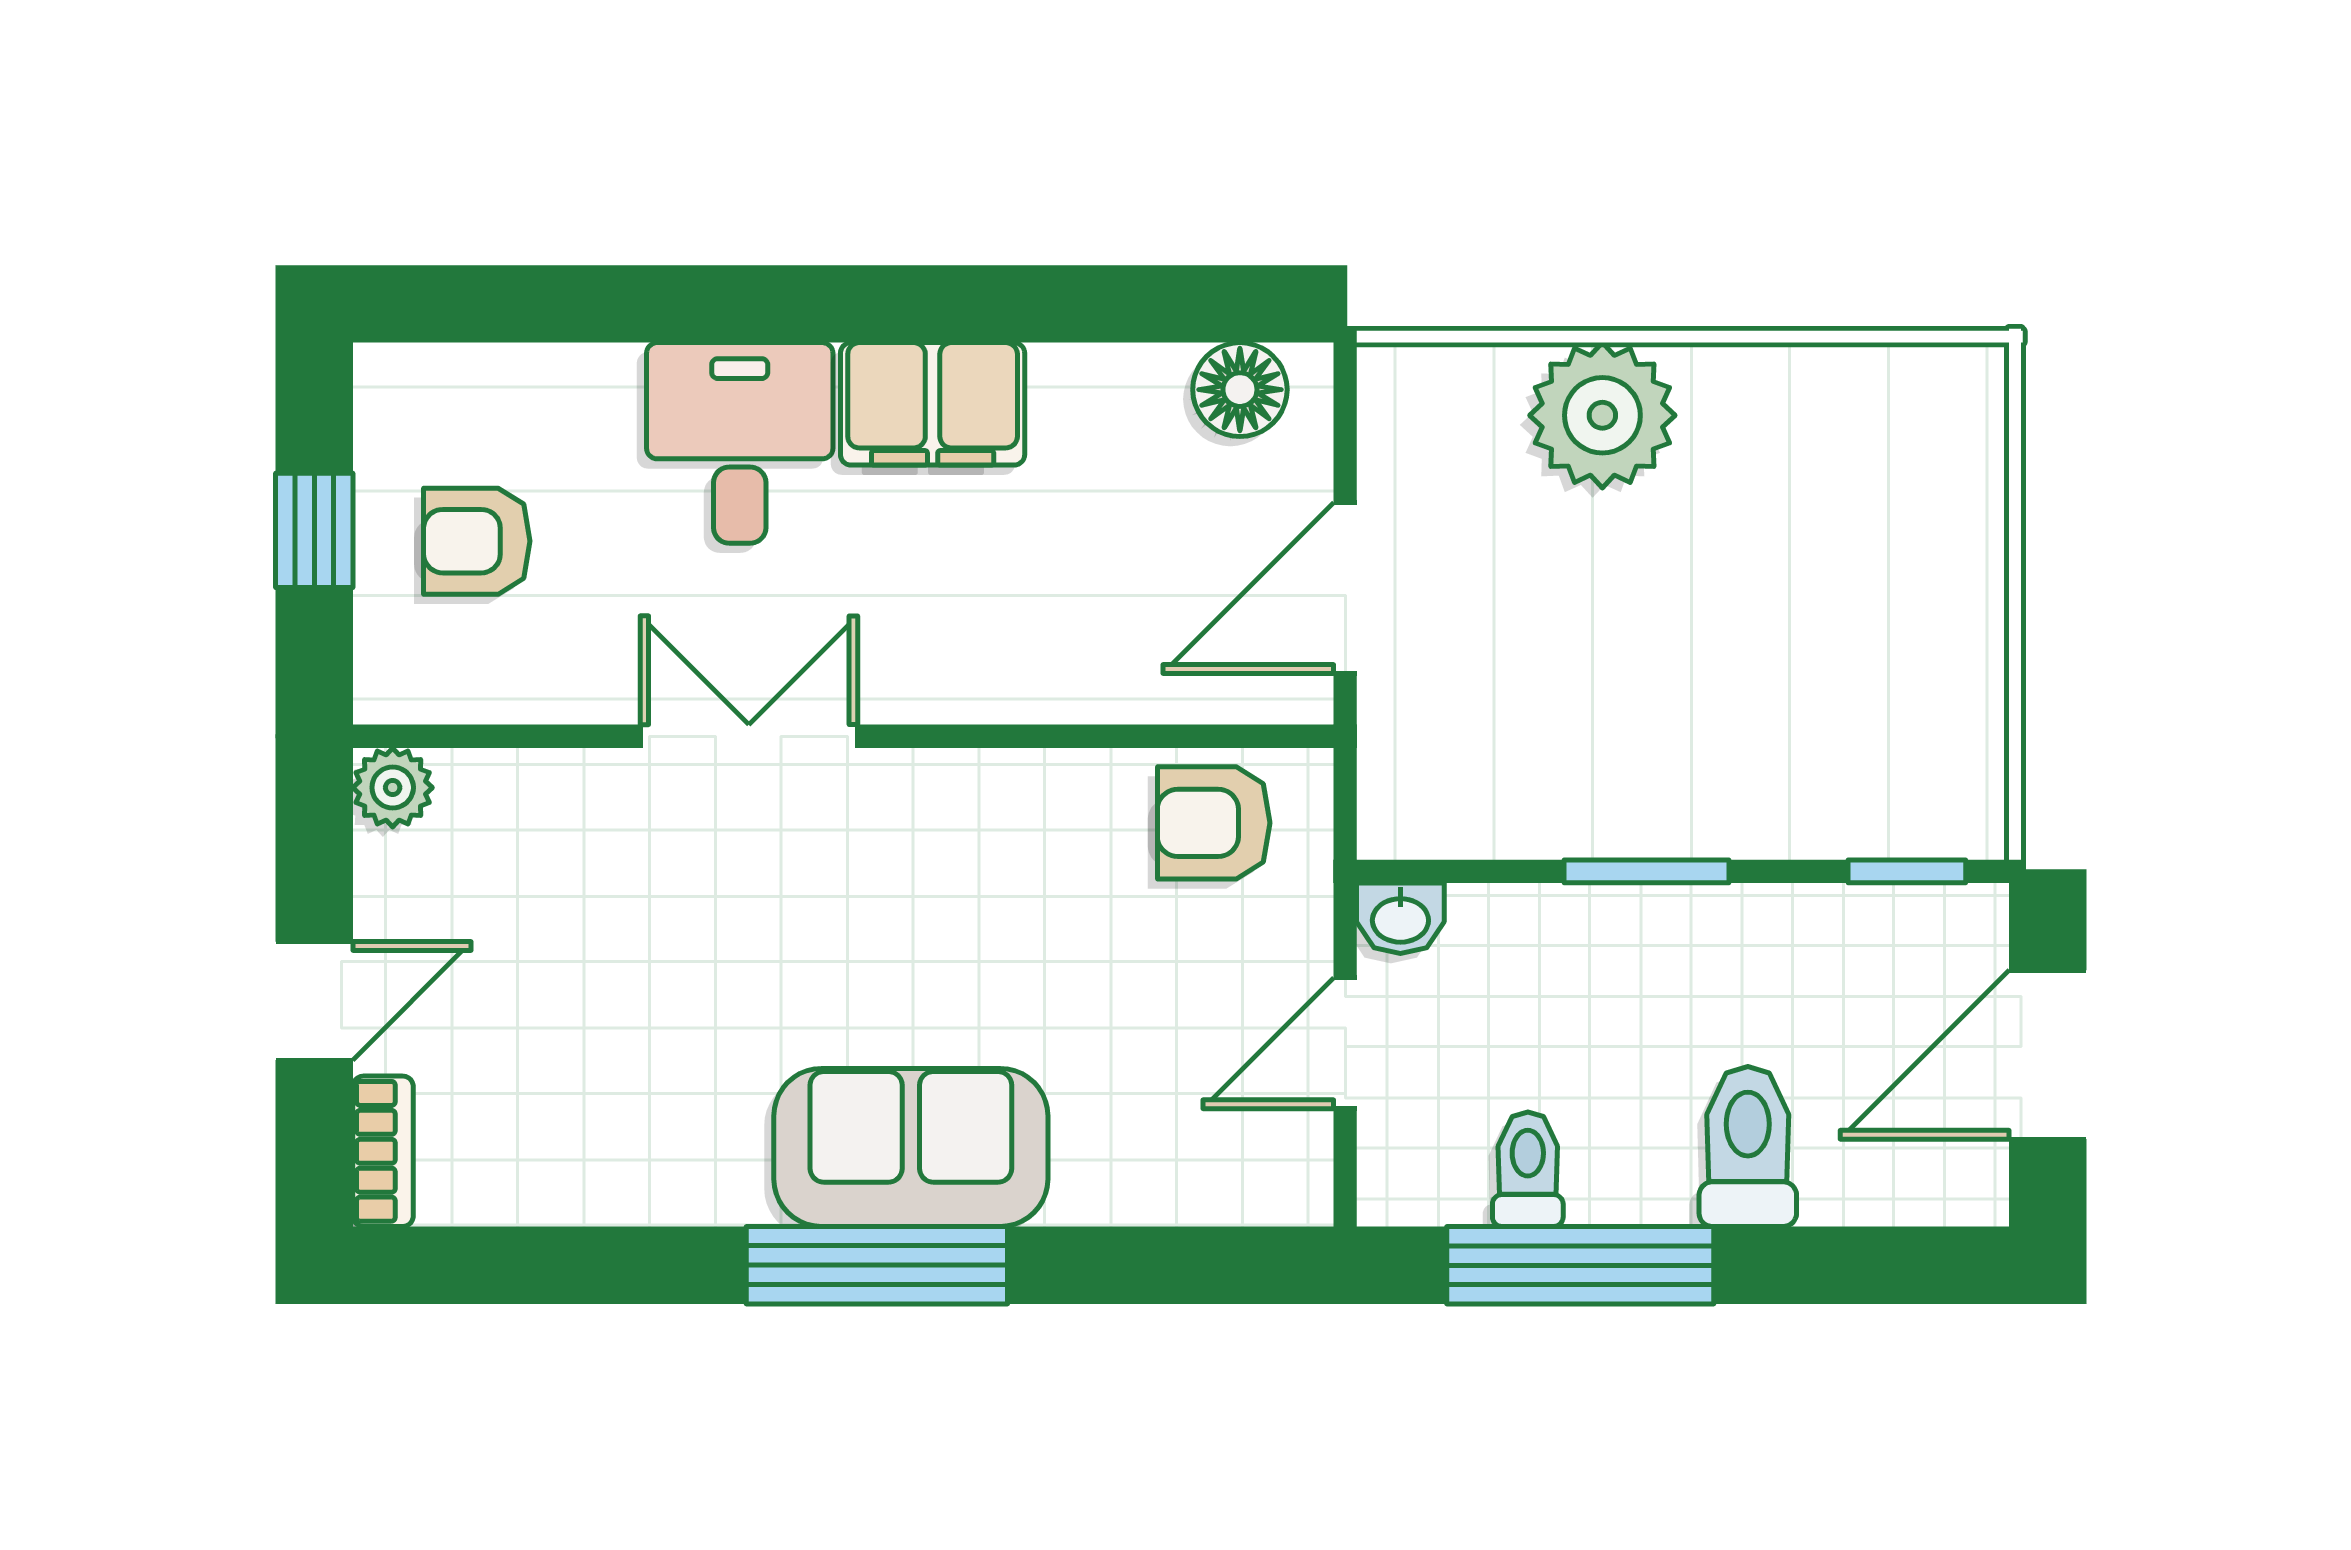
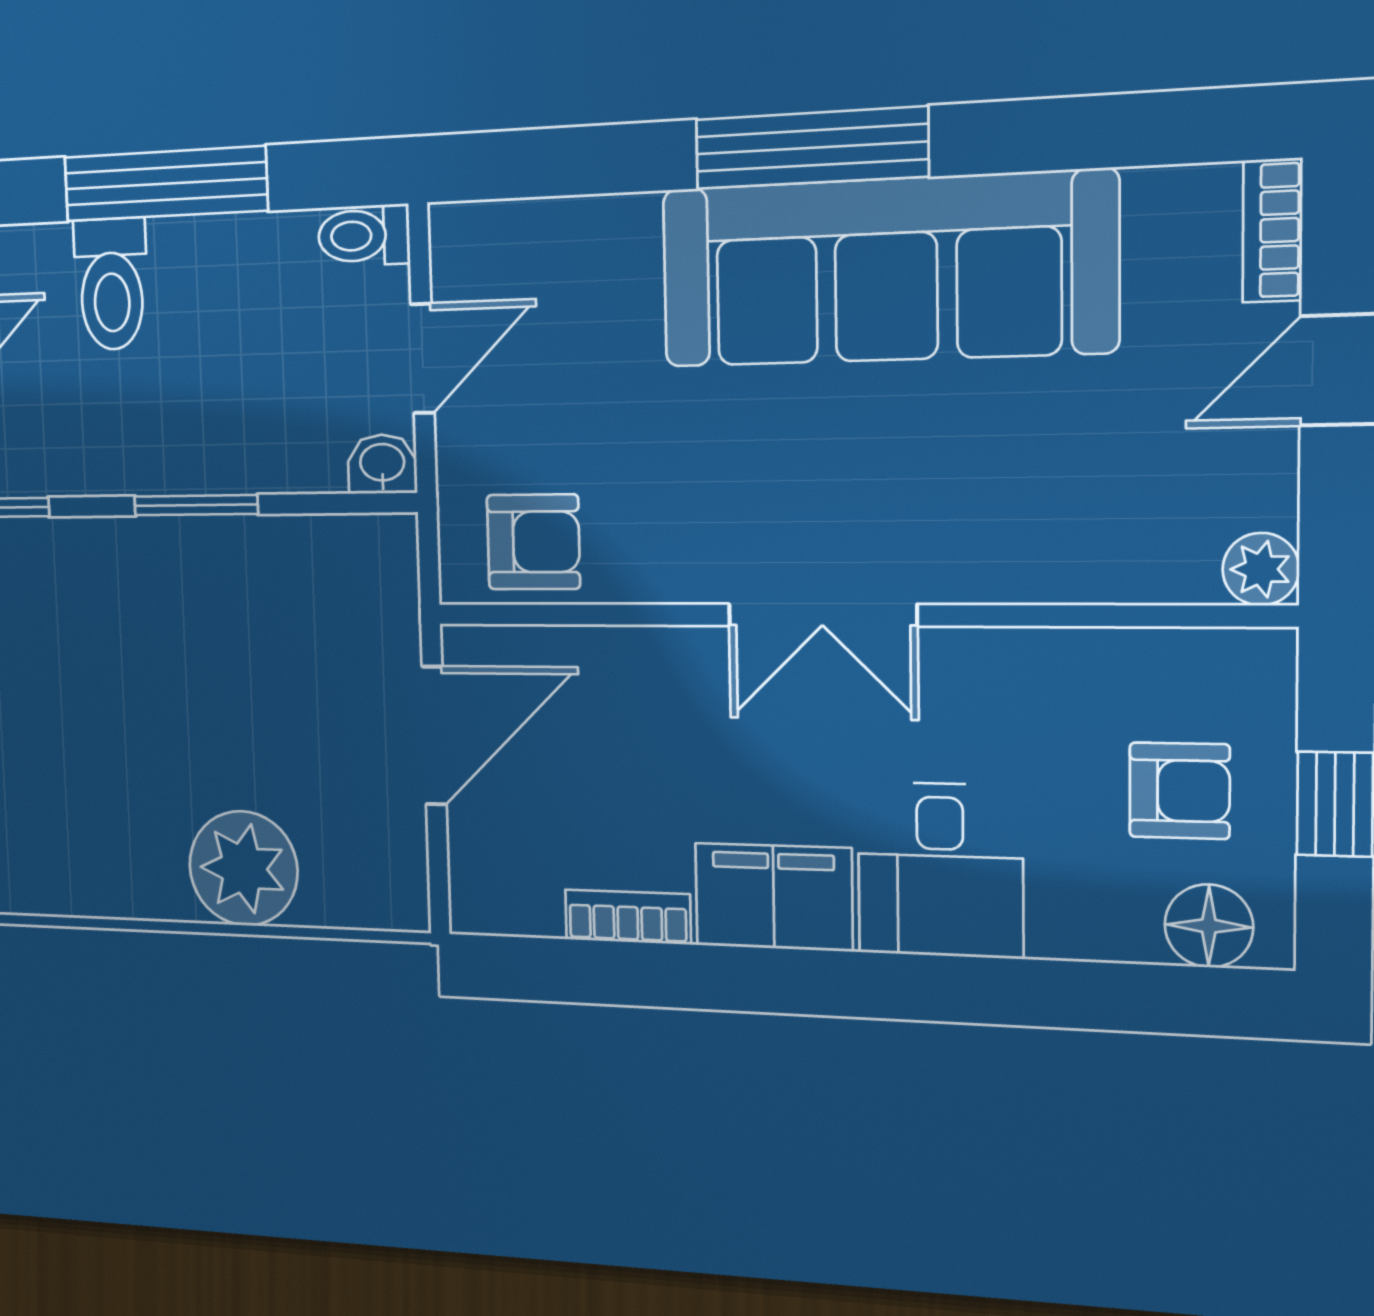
bookcase: (1109, 373) -> (628, 917), added
floor lamp: (1240, 390) -> (1209, 926), moved
double door: (749, 736) -> (822, 615), moved
sofa: (911, 1147) -> (886, 270), width x1.85, depth x1.27
toilet: (1528, 1169) -> (364, 236), moved, turned 90
window: (1580, 1265) -> (165, 184), moved

